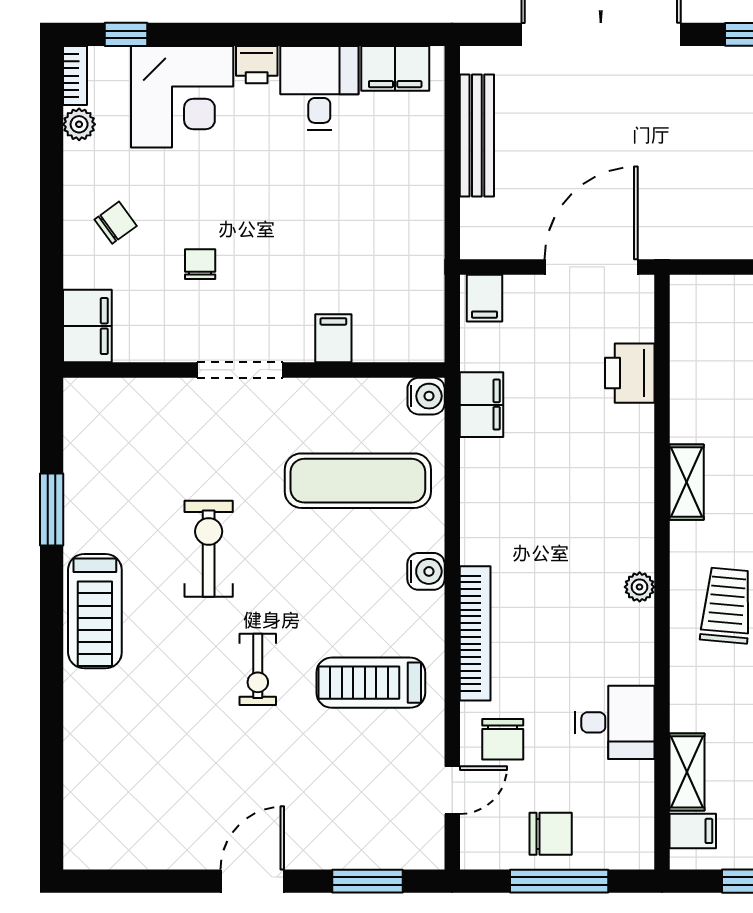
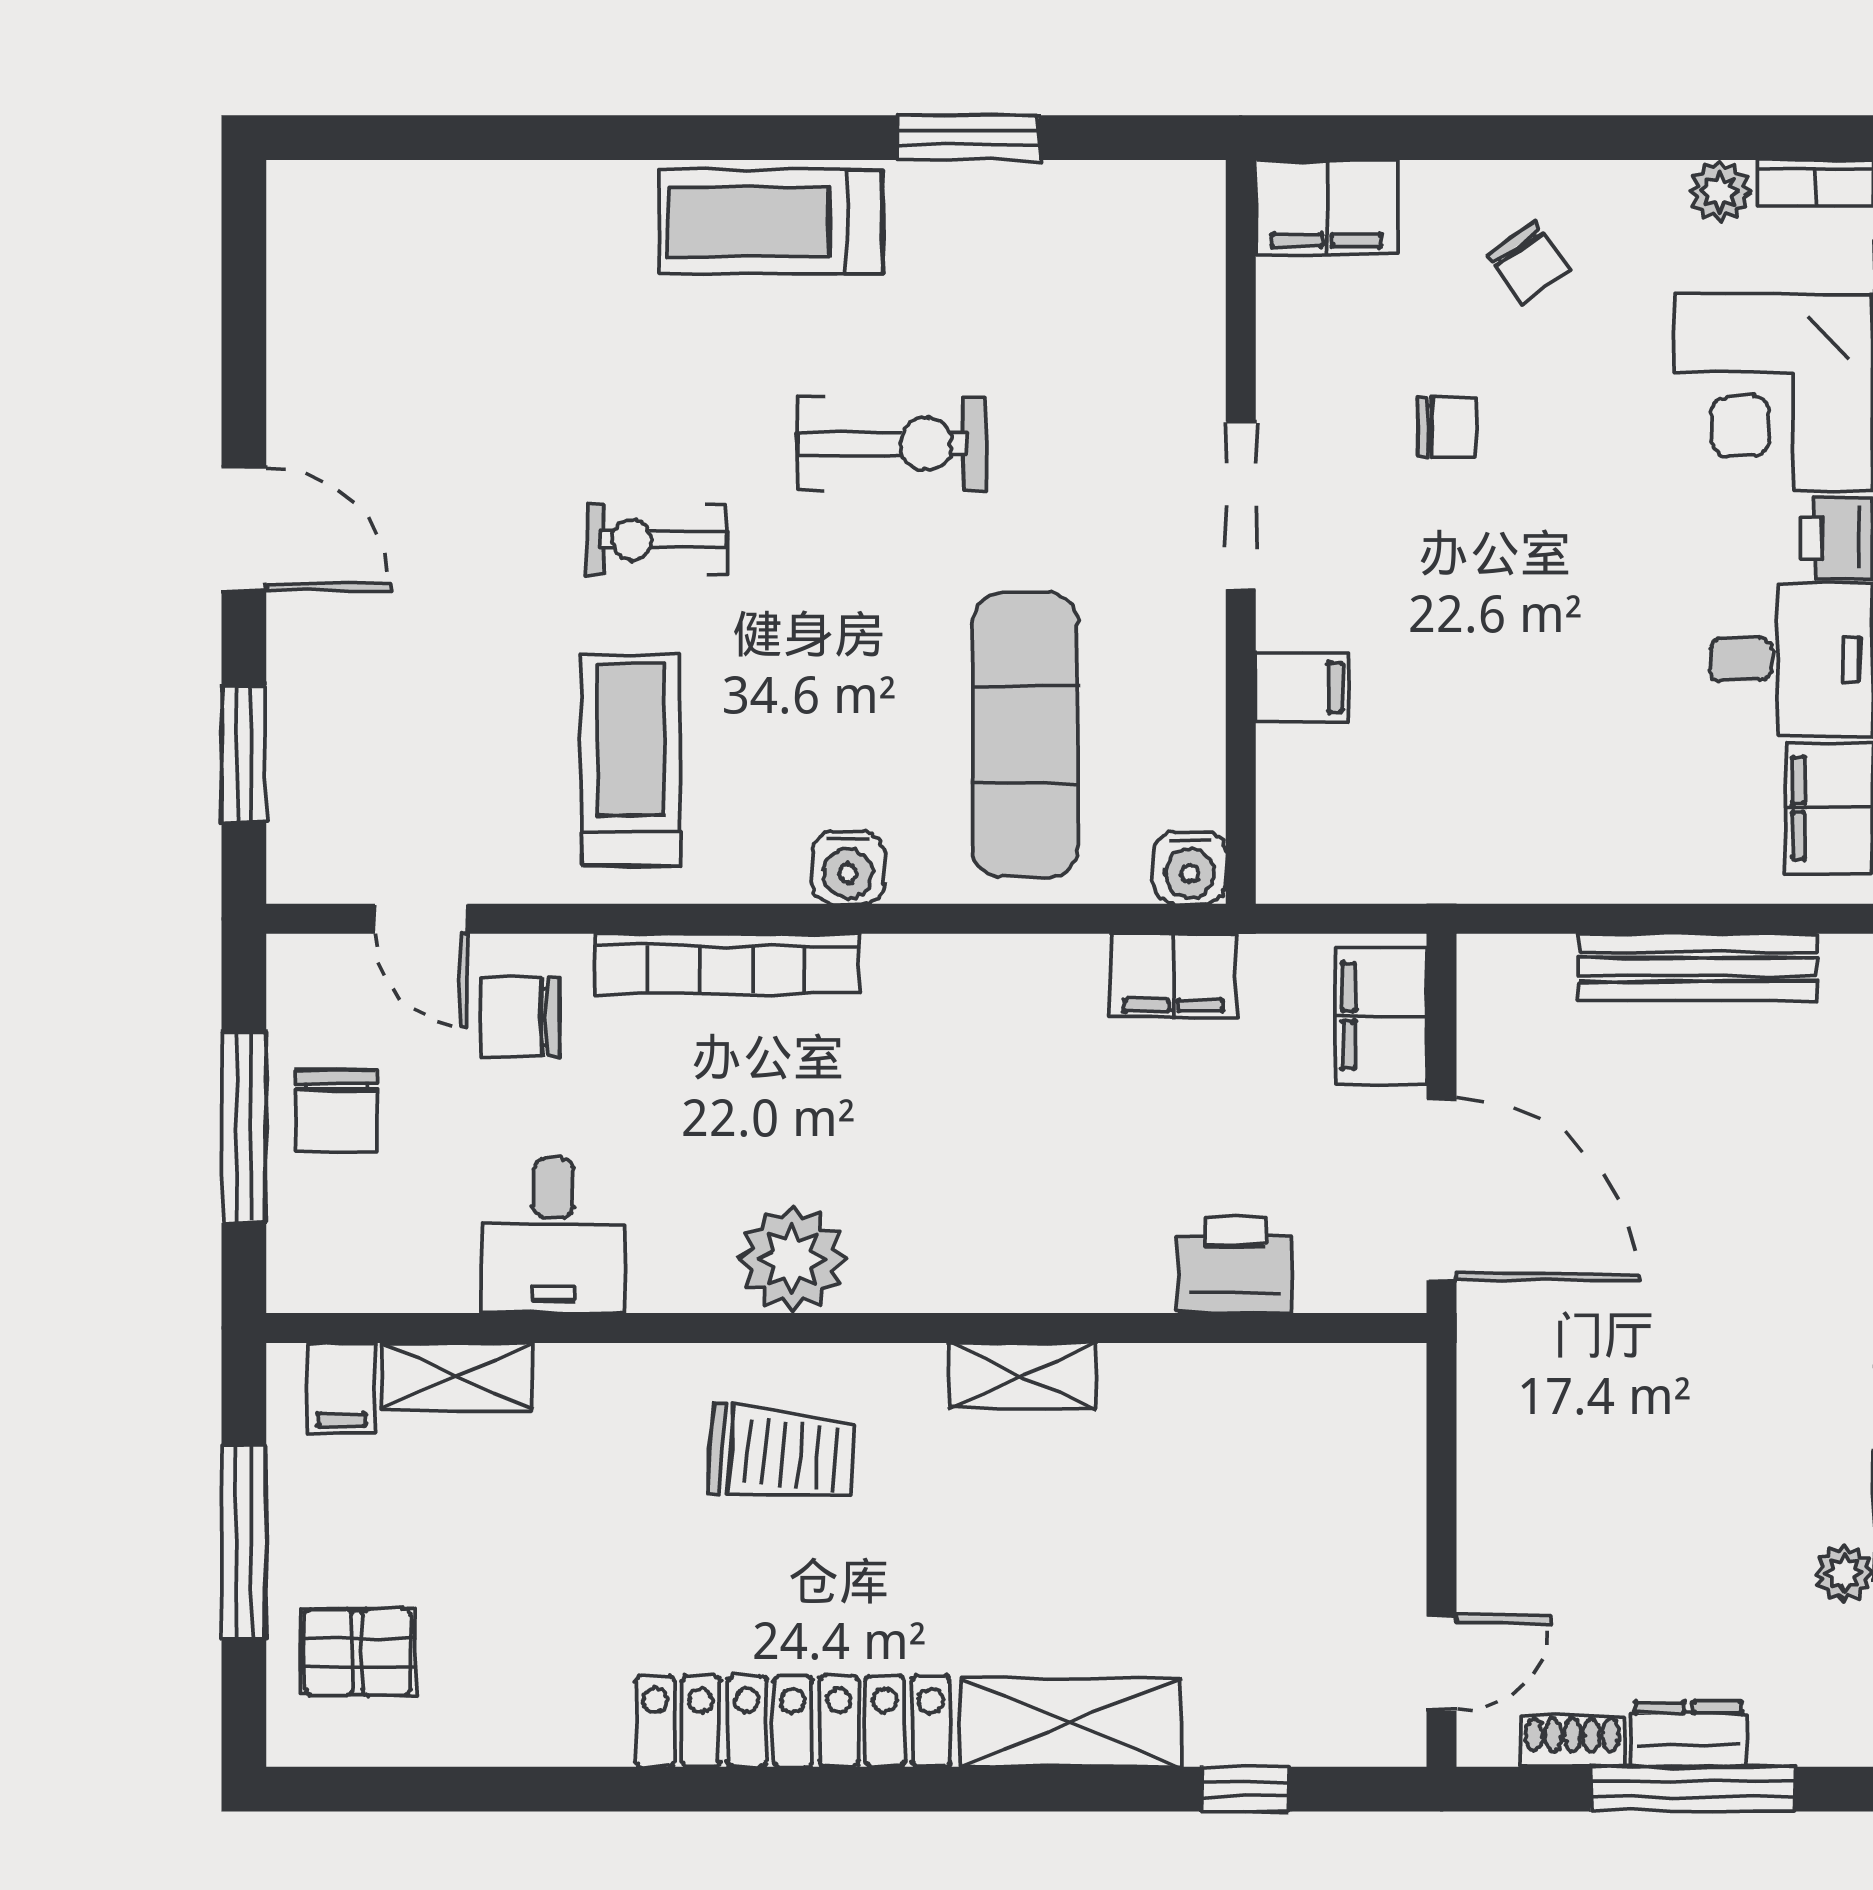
filing cabinet: (484, 298) -> (1381, 1016), width x2.00
plant: (640, 587) -> (792, 1259), width x1.87, depth x1.87

